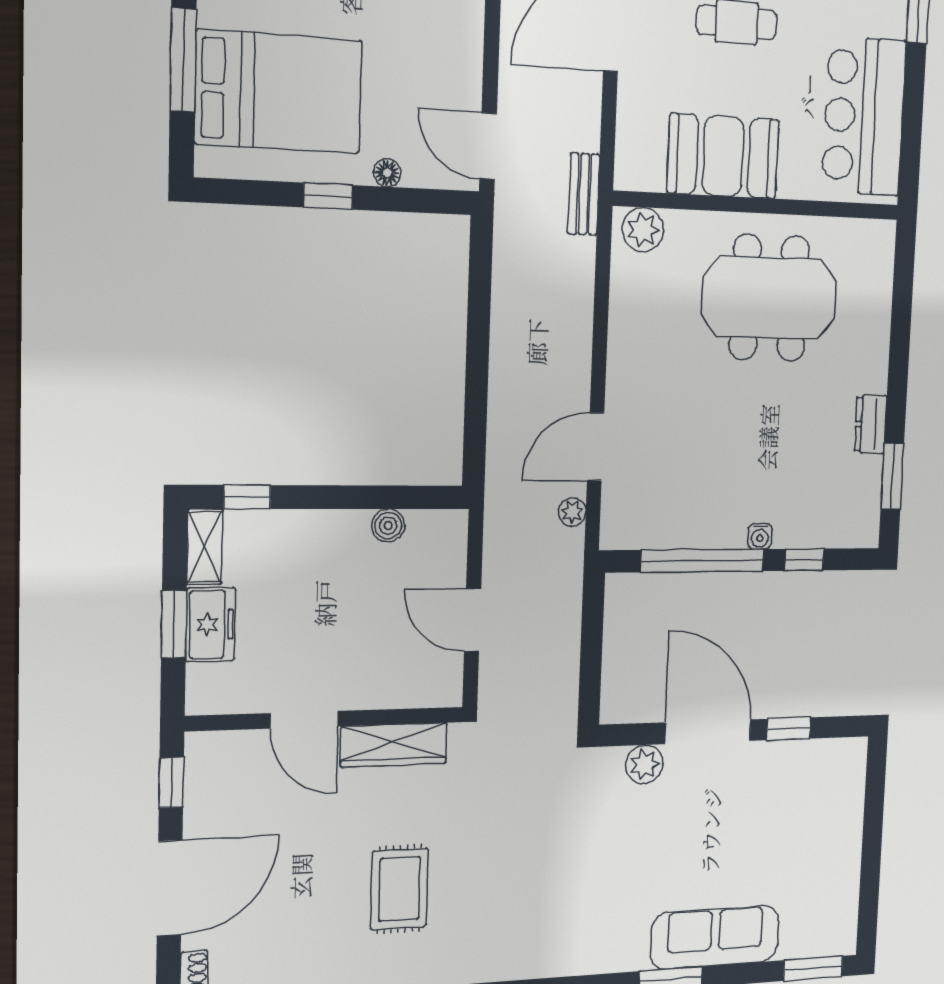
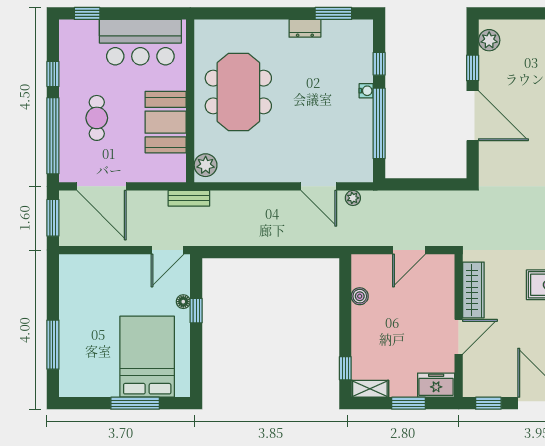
window: (328, 196) -> (196, 311), moved
freezer: (211, 624) -> (436, 385), moved
door: (708, 732) -> (473, 116), swing flipped
plant: (644, 764) -> (489, 40), moved

